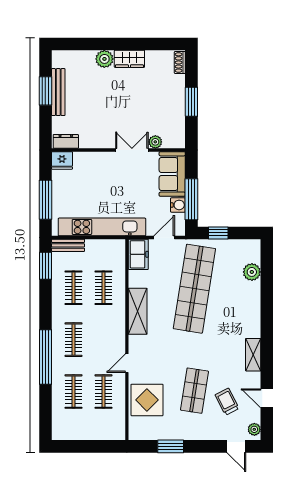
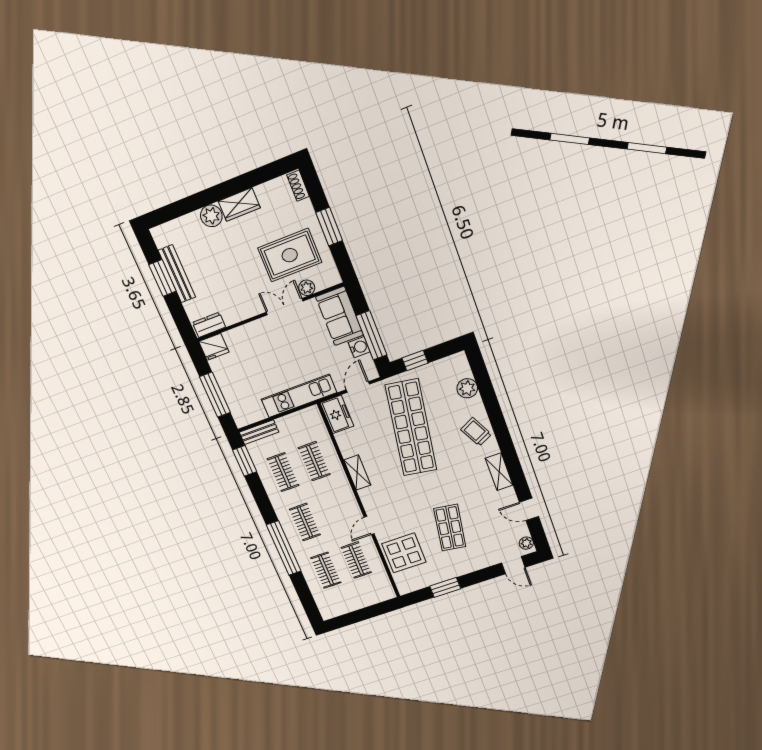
rug: (152, 112) -> (290, 255), added
kitchen unit: (102, 227) -> (299, 396), width x0.73
shelving: (138, 311) -> (357, 472), width x0.67, depth x0.75
trolley: (227, 402) -> (476, 432), moved

